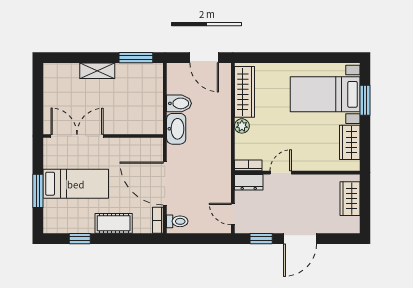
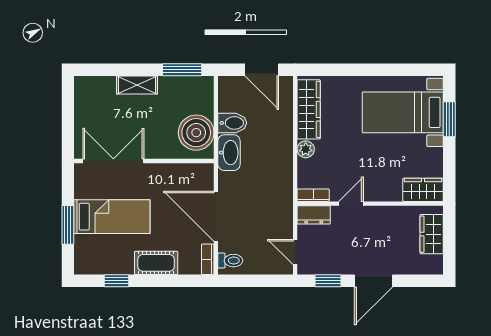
boiler: (148, 112) -> (196, 133), added
wardrobe: (350, 142) -> (423, 190), moved, turned 90

